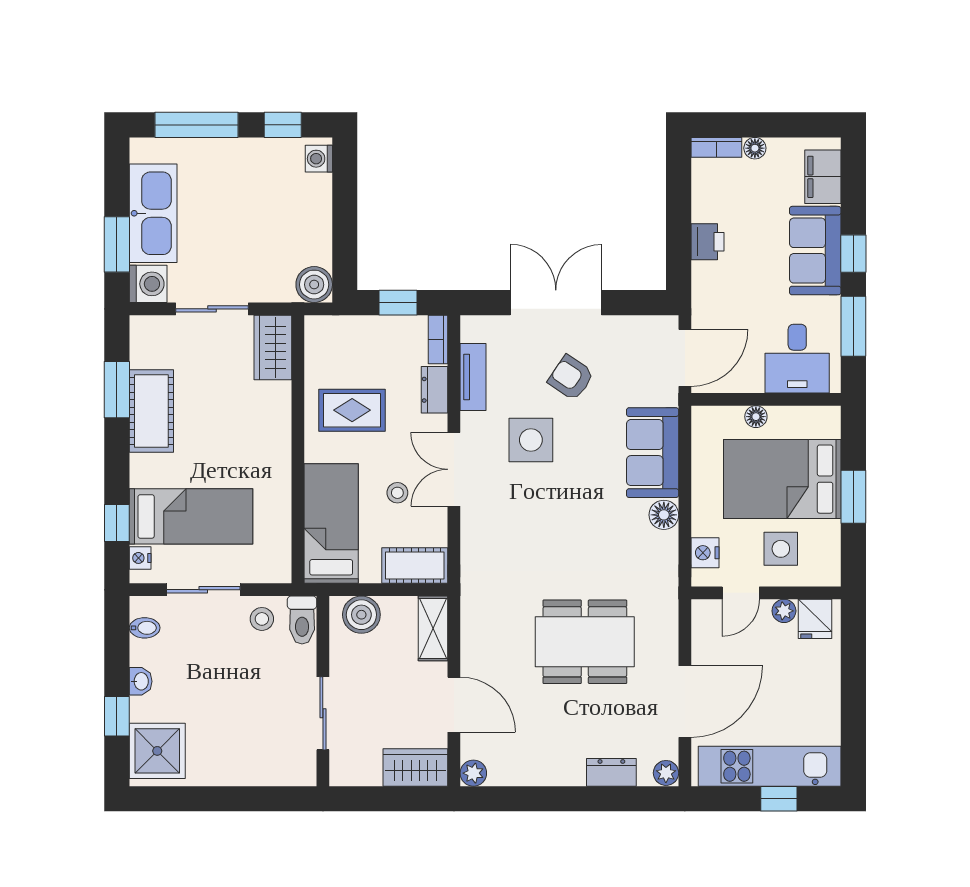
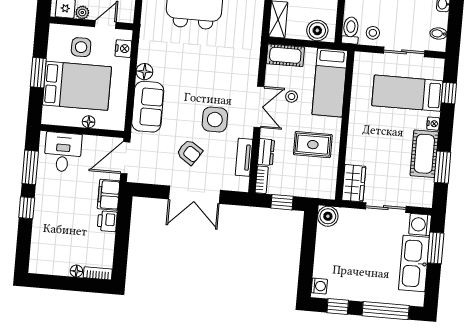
filing cabinet: (823, 177) -> (109, 195), moved, turned 180
sofa: (815, 251) -> (48, 211), removed
nightstand: (140, 558) -> (433, 124), moved

